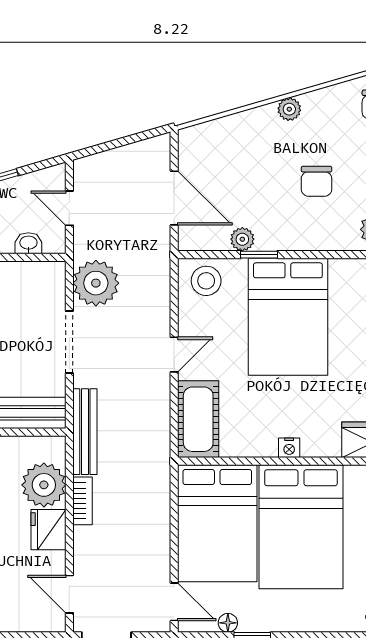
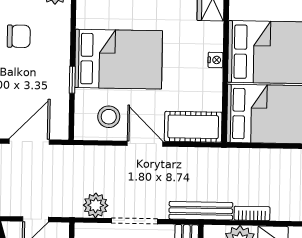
plant: (242, 239) -> (61, 92), removed
stool: (206, 281) -> (109, 117), moved
plant: (96, 283) -> (96, 205), width x0.73, depth x0.73
door: (174, 354) -> (145, 144), width x1.38

